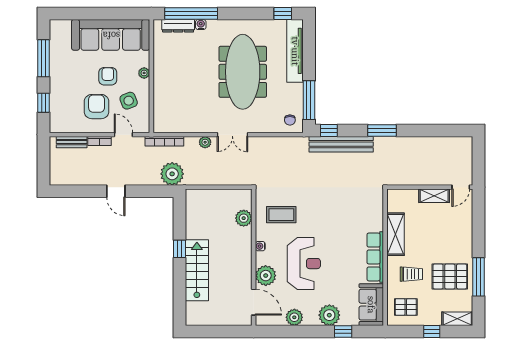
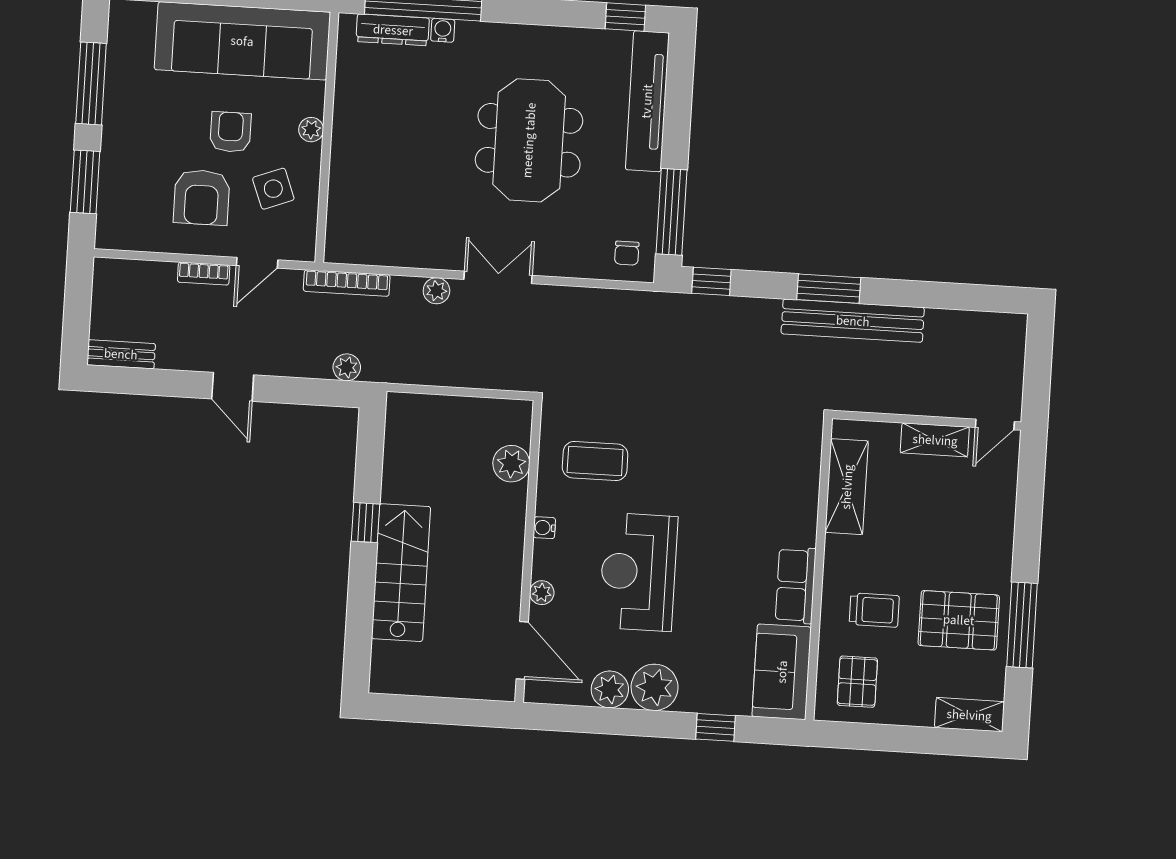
meeting table: (243, 72) -> (529, 140), width x0.73
window: (44, 103) -> (85, 182), width x1.50
armchair: (97, 107) -> (202, 197), turned 180
door: (123, 135) -> (257, 263), swing flipped
double door: (232, 135) -> (498, 277), swing flipped
bench: (72, 142) -> (121, 354), moved
bench: (341, 144) -> (853, 321), moved
plant: (172, 174) -> (347, 367), width x0.53, depth x0.53
shelving: (396, 234) -> (847, 487), moved
row of seats: (375, 257) -> (796, 585), width x0.68
reception desk: (304, 264) -> (638, 572), turned 180
plant: (266, 276) -> (542, 593), width x0.53, depth x0.53
pallet: (406, 307) -> (857, 682), turned 90
plant: (329, 315) -> (655, 687), moved
window: (432, 332) -> (911, 739), removed

